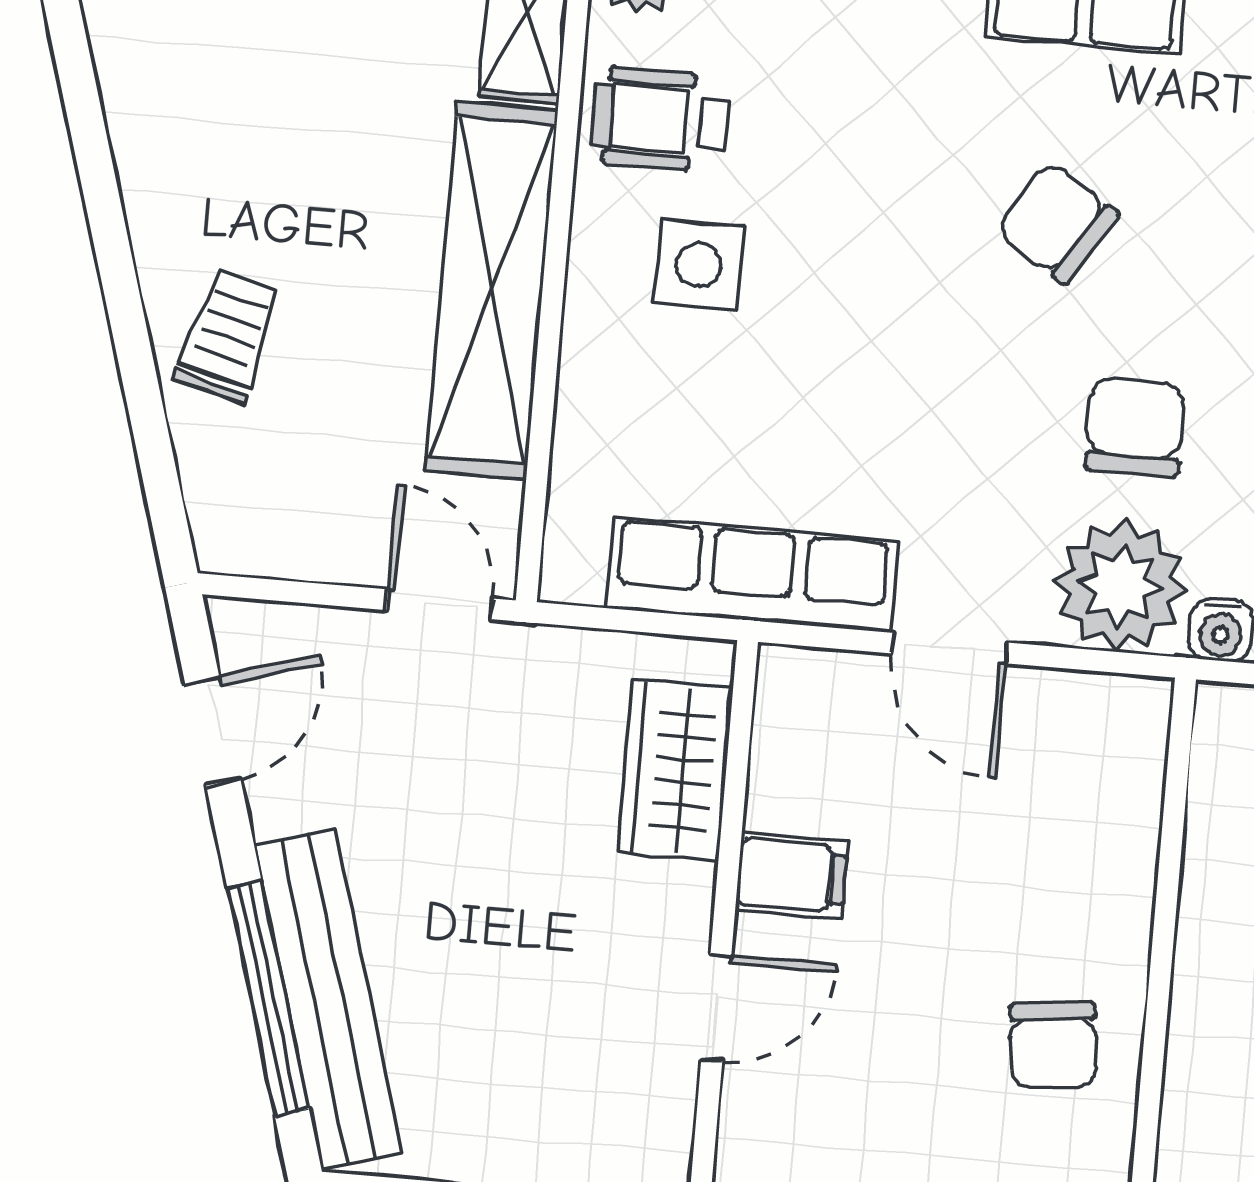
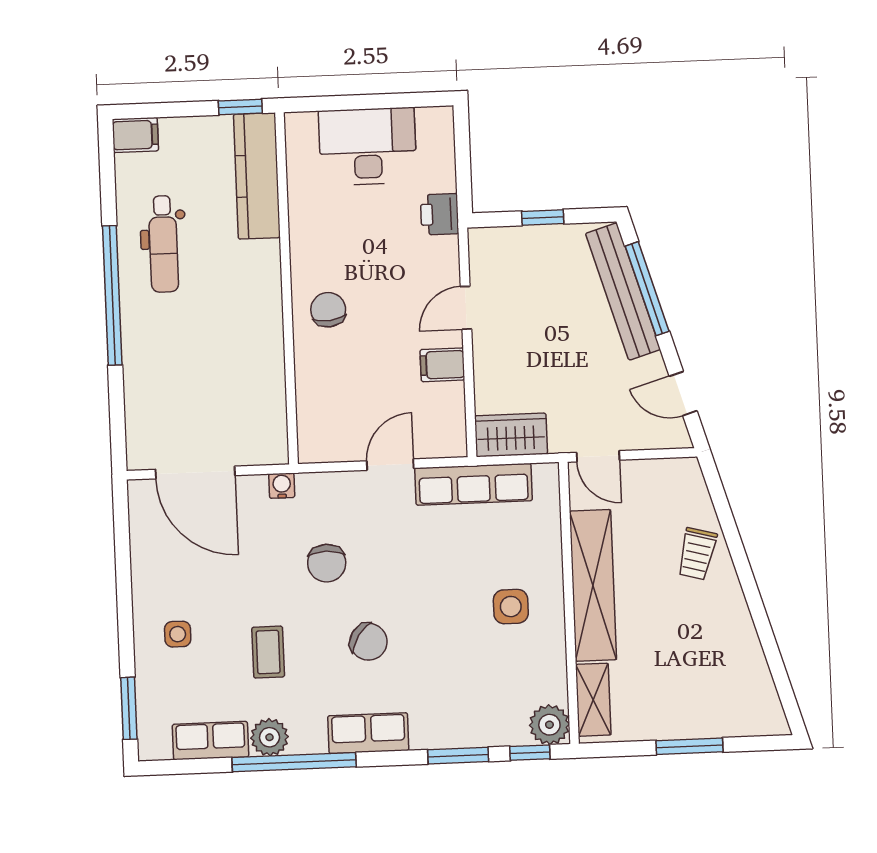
wheelchair: (660, 120) -> (534, 663), removed
plant: (1120, 586) -> (324, 498), removed
door: (950, 648) -> (390, 465), hinge flipped
door: (213, 731) -> (683, 394), hinge flipped
wardrobe: (675, 771) -> (511, 435), moved, turned -90

